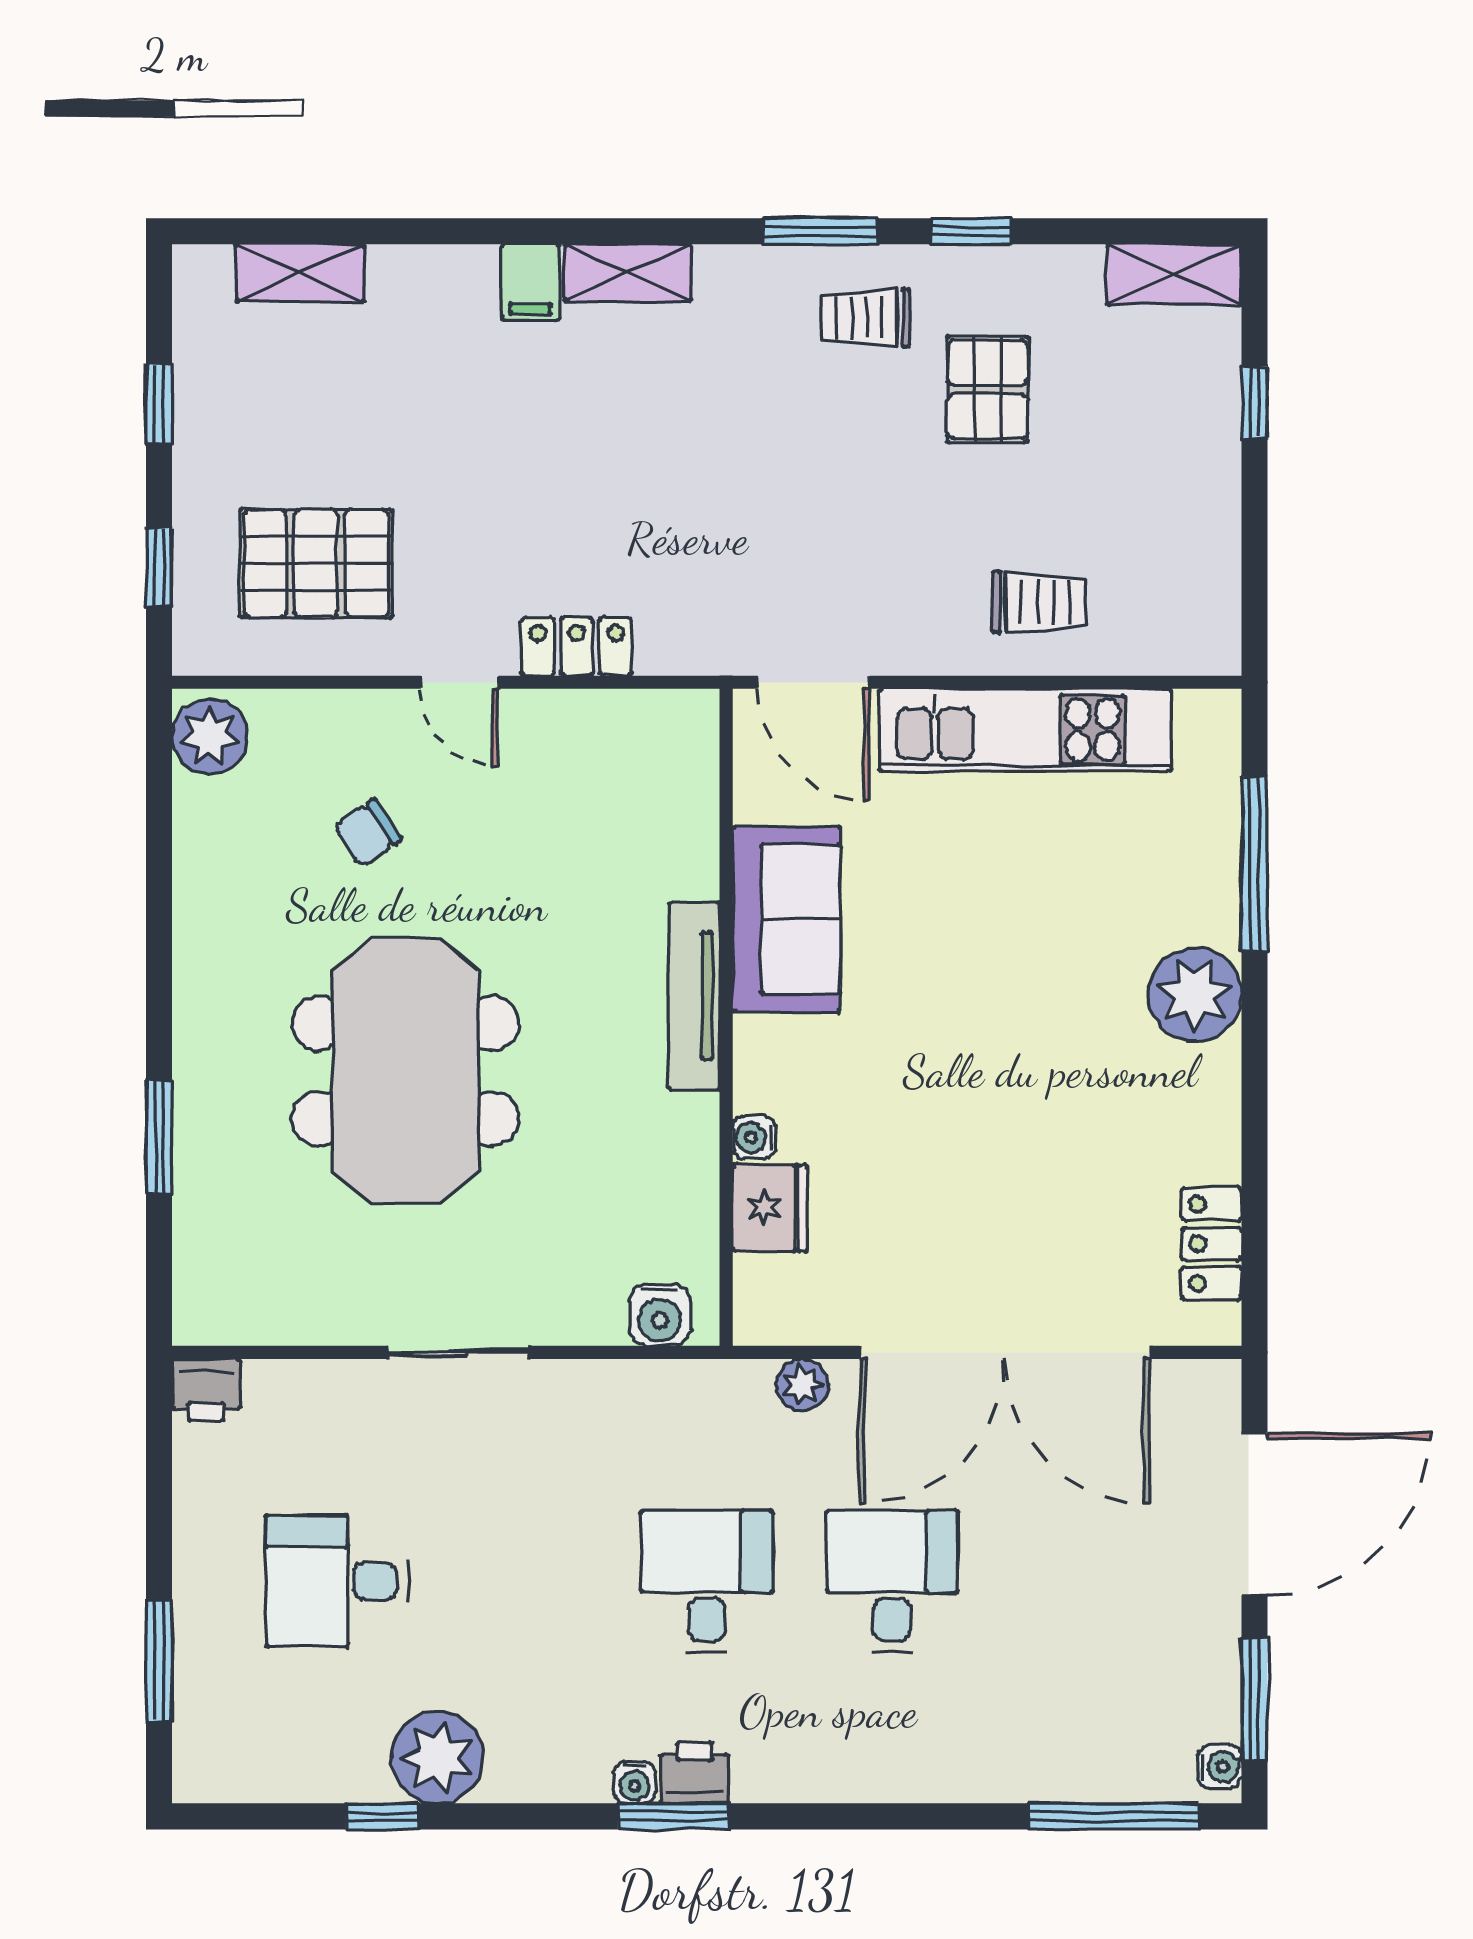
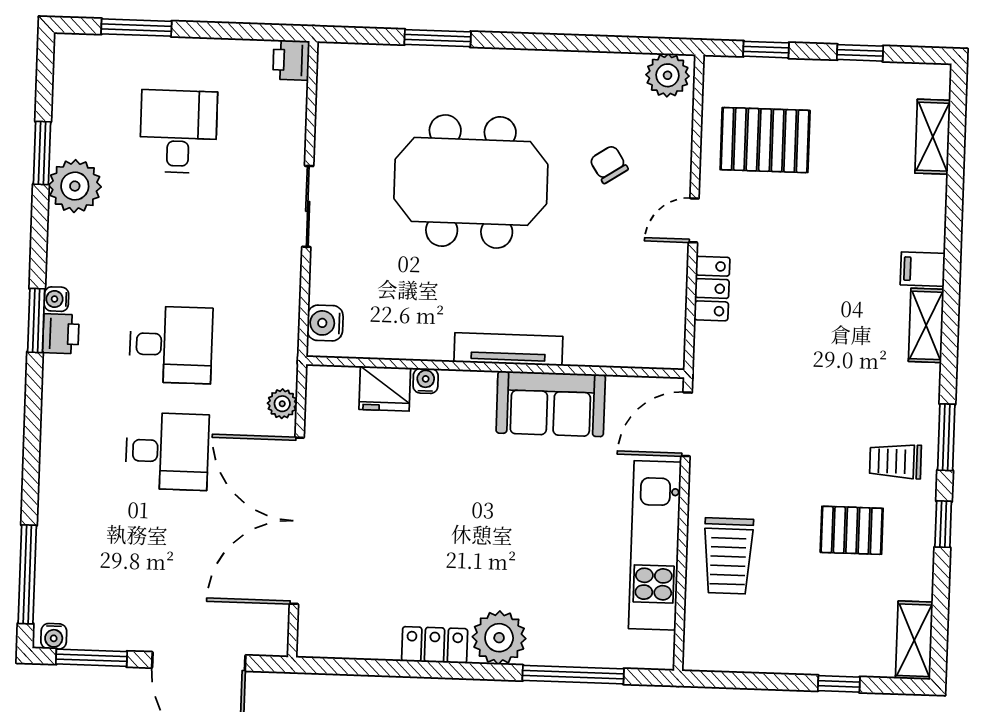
trolley: (865, 318) -> (895, 461), turned -90
pallet: (316, 563) -> (765, 140), turned 90
trolley: (1039, 602) -> (728, 556), width x1.36, depth x1.39
locker: (1212, 1244) -> (435, 645), moved
window: (382, 1816) -> (42, 153), width x1.50

